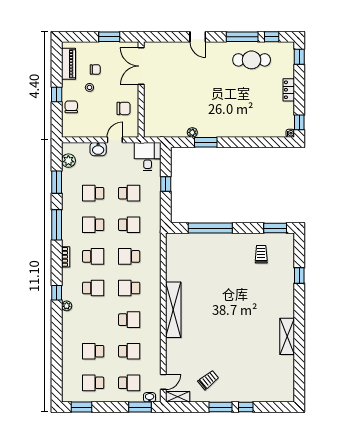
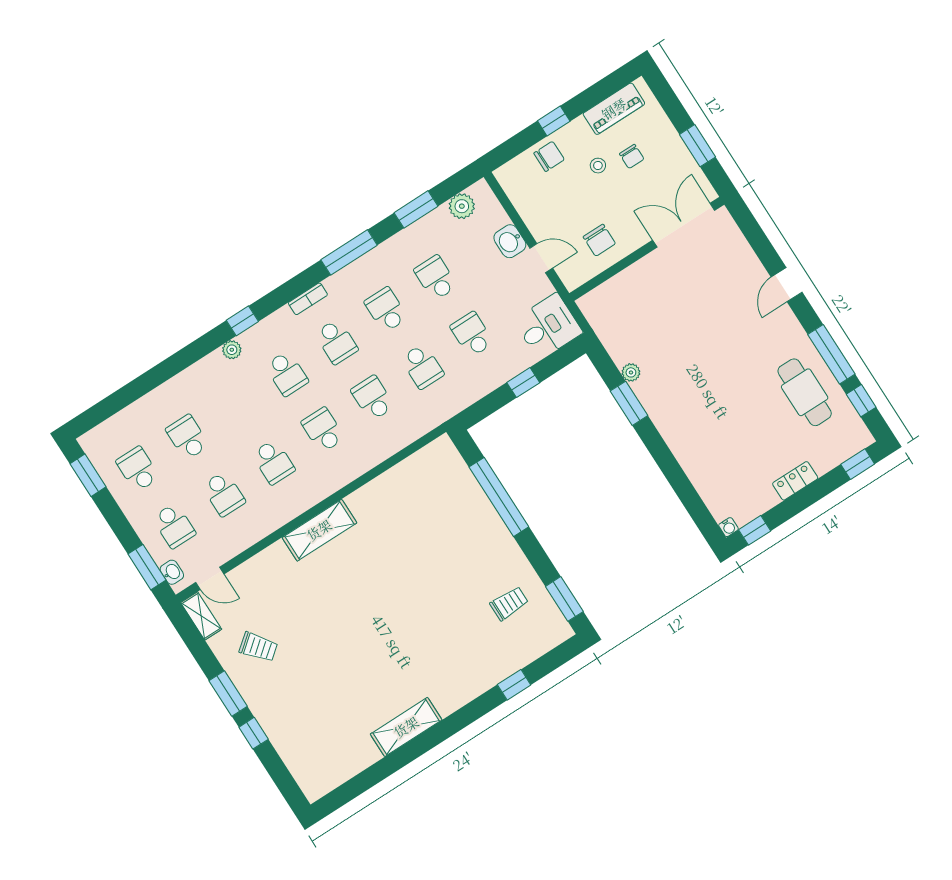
school desk: (129, 193) -> (472, 334), turned 180
shelving: (173, 310) -> (319, 530), width x0.68

